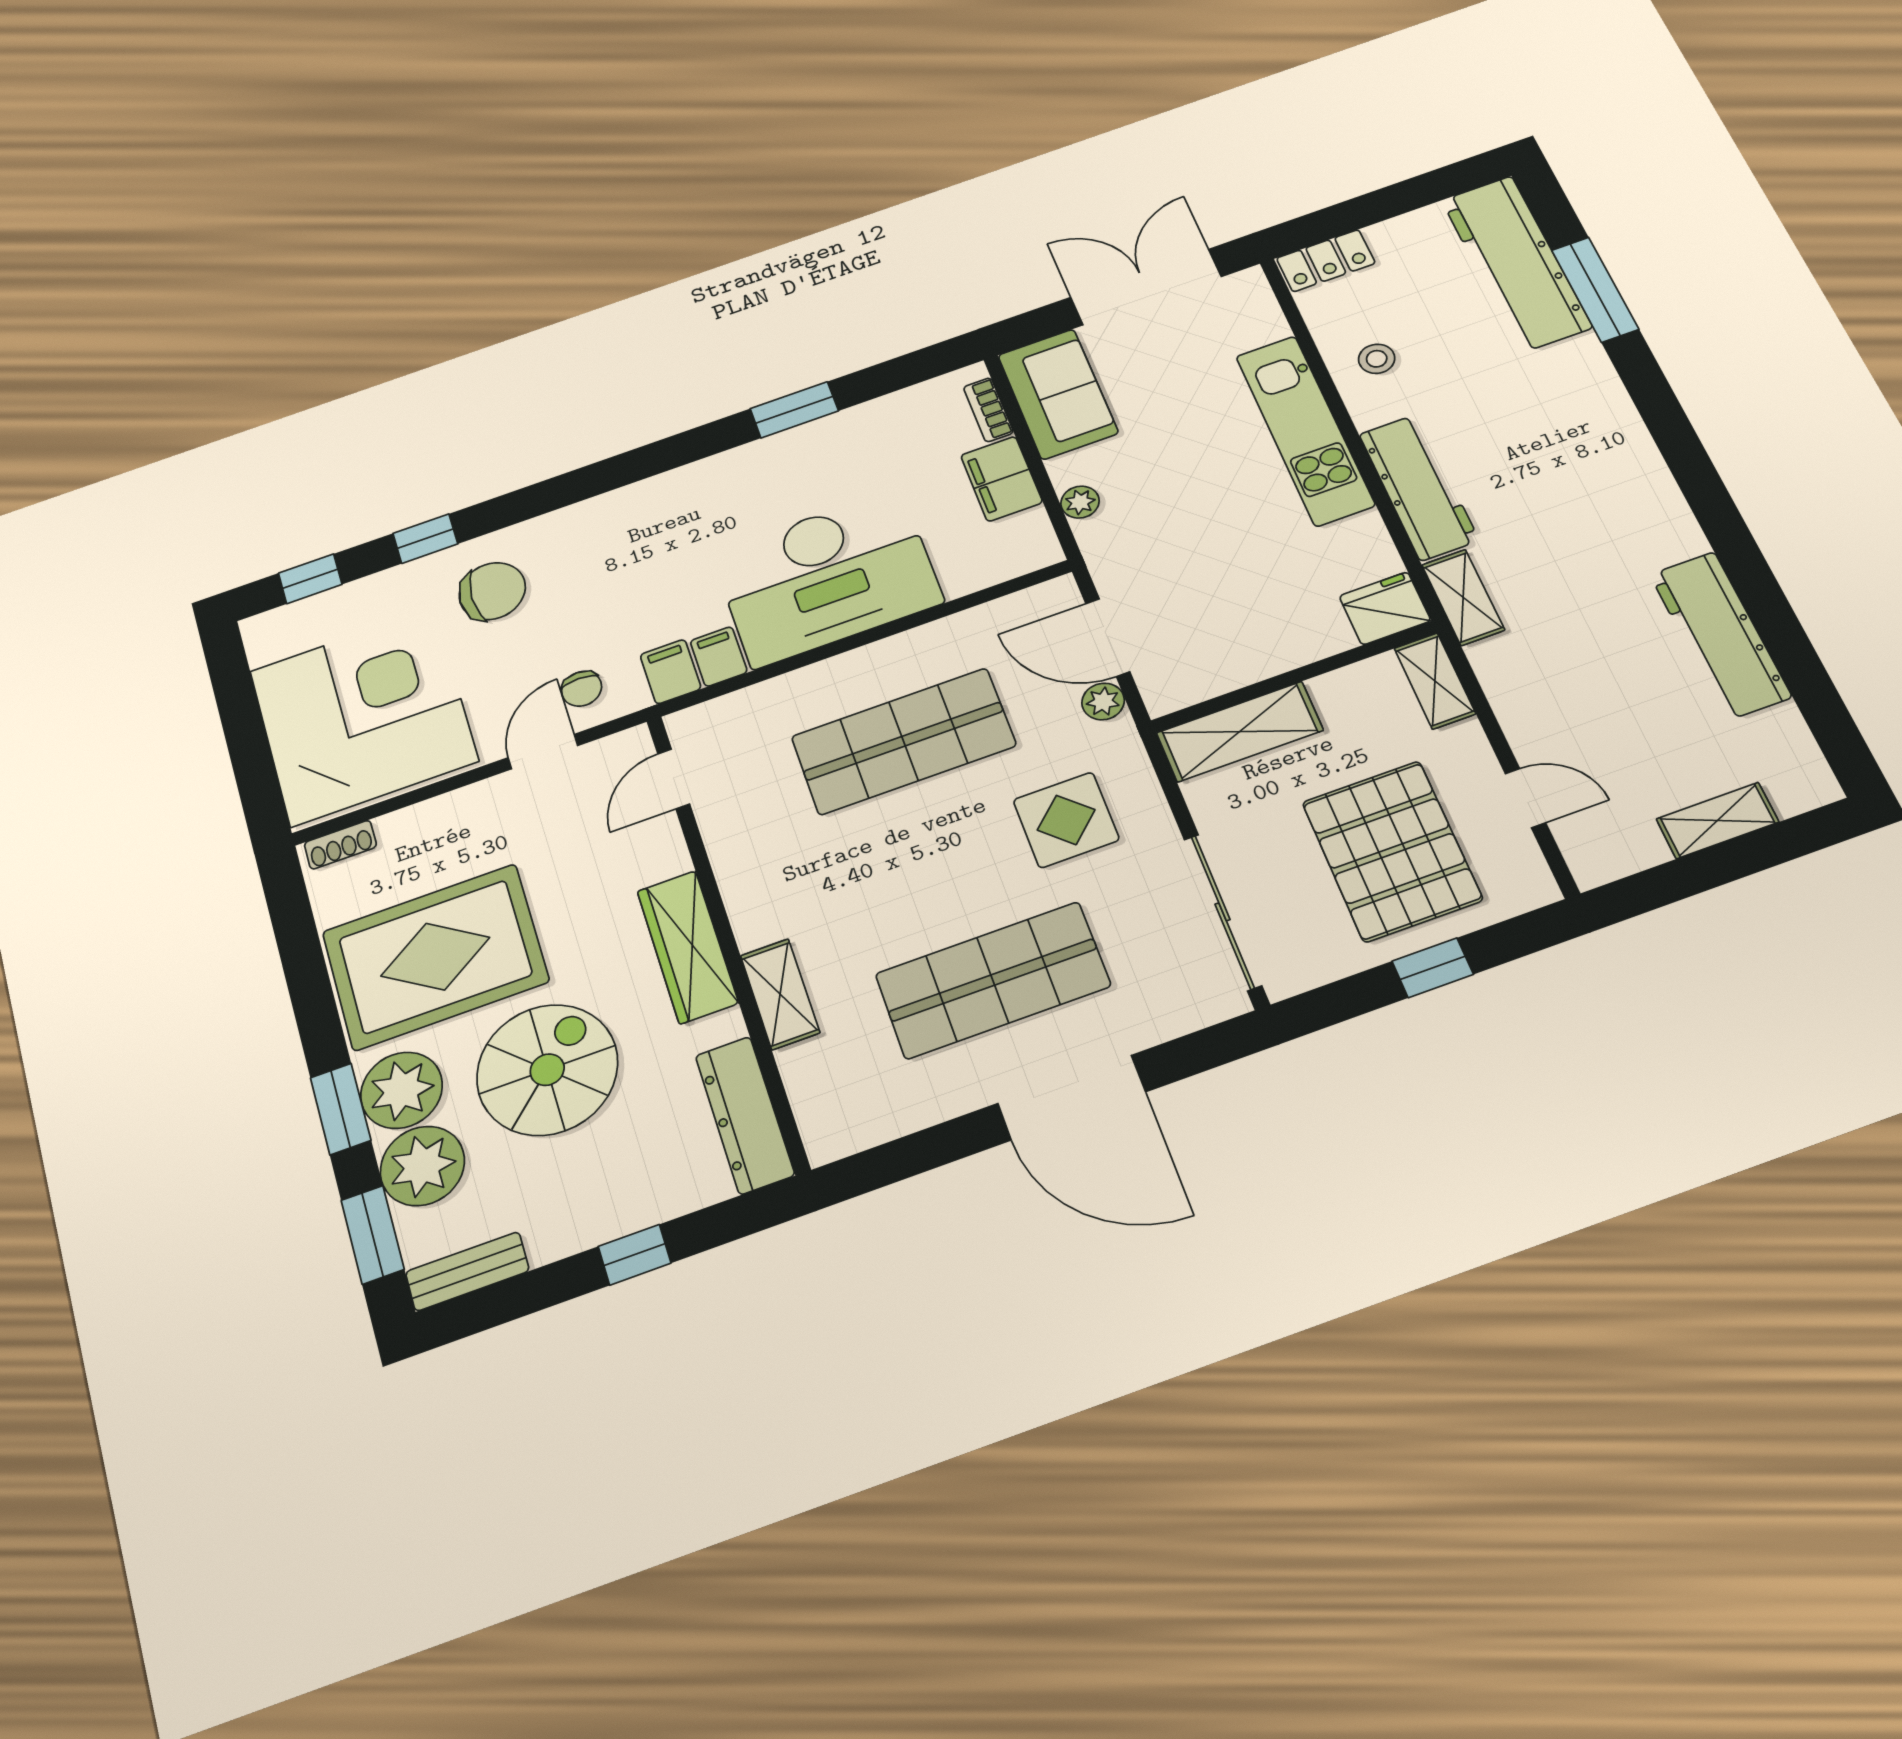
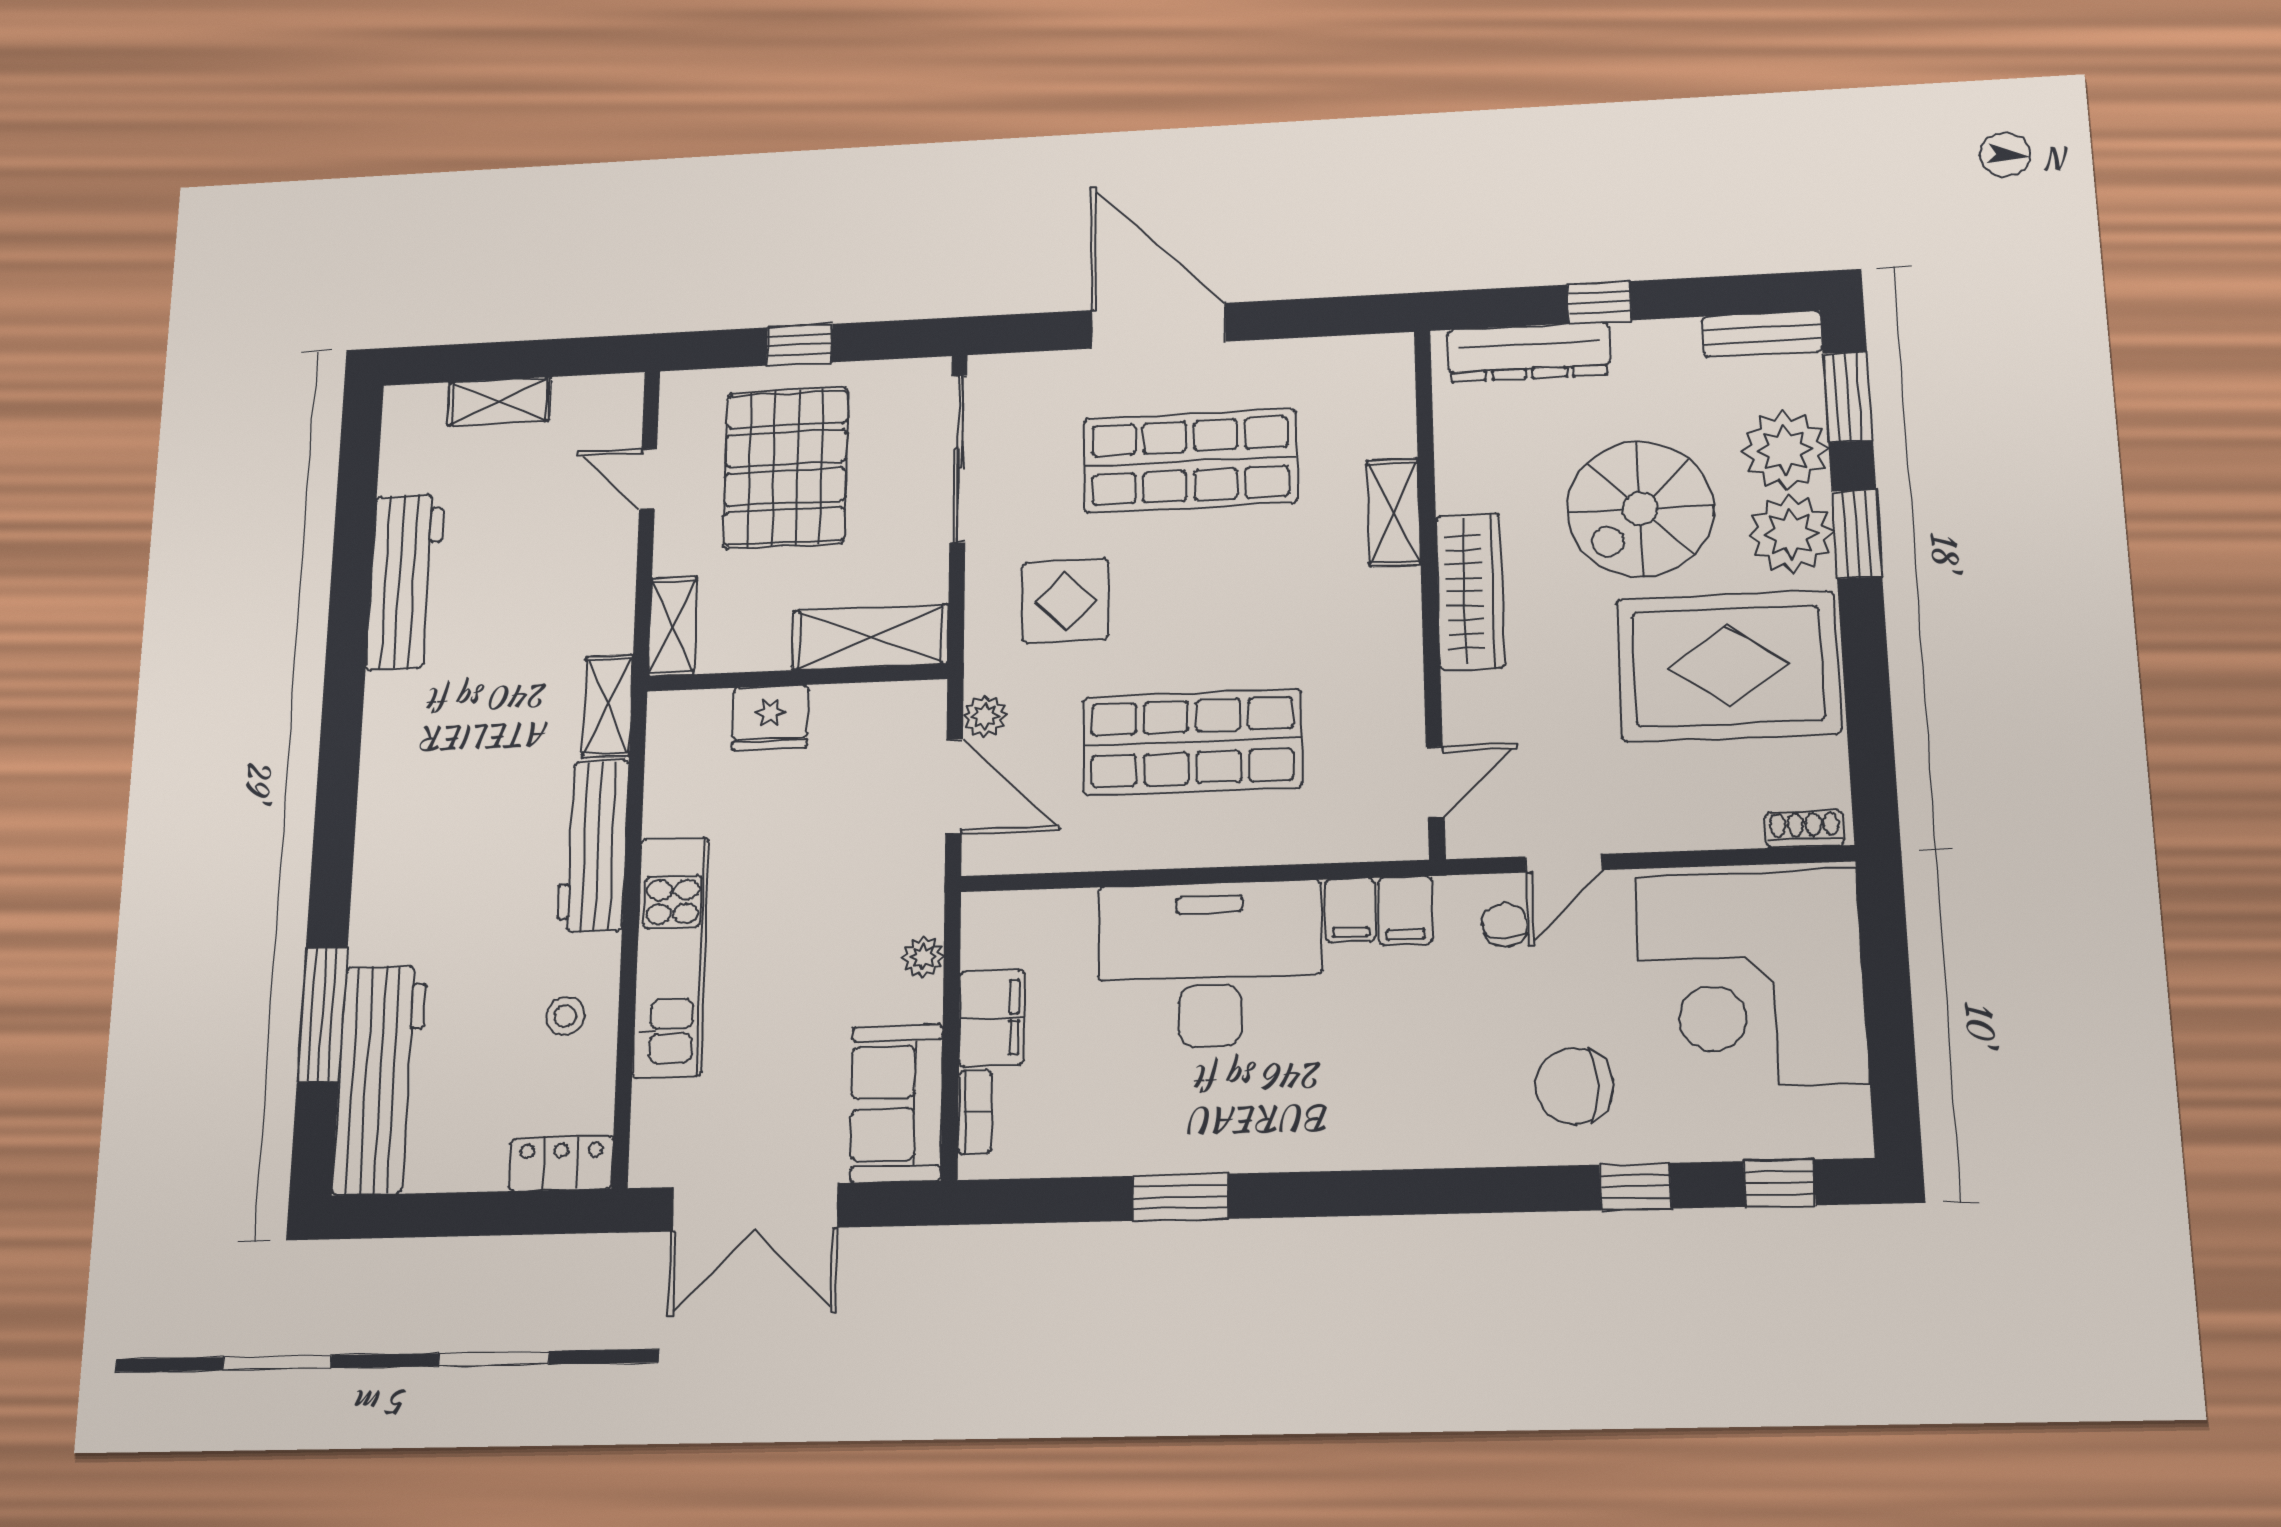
fridge: (1385, 608) -> (770, 717), moved
dresser: (745, 1115) -> (1528, 352), moved, turned 90

